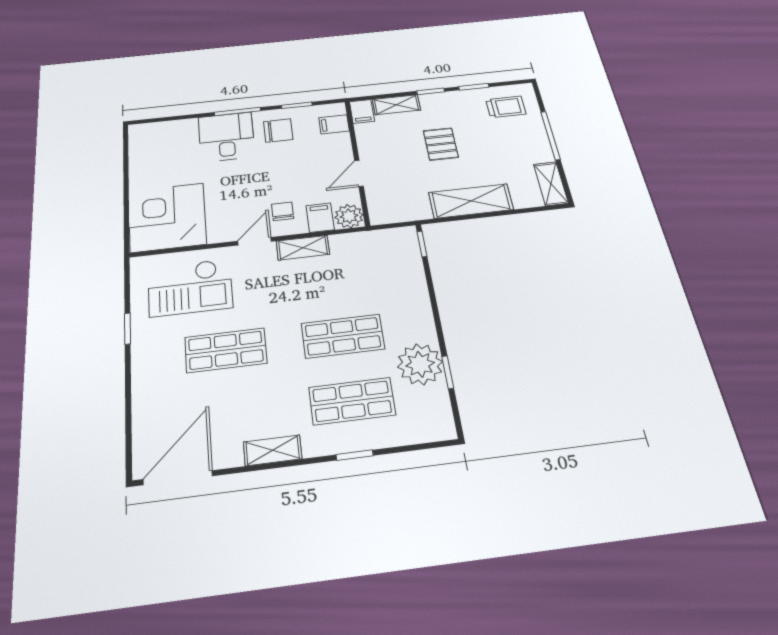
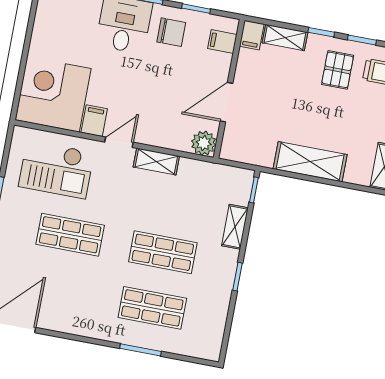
pallet: (441, 144) -> (338, 70), moved
door: (359, 173) -> (226, 102), width x1.38
chair: (283, 211) -> (150, 120), removed
filing cabinet: (320, 218) -> (94, 121), moved
plant: (420, 364) -> (213, 295), removed
window: (448, 372) -> (237, 277), moved
shelving: (273, 450) -> (235, 227), moved, turned 90
window: (355, 455) -> (140, 350), width x1.50

